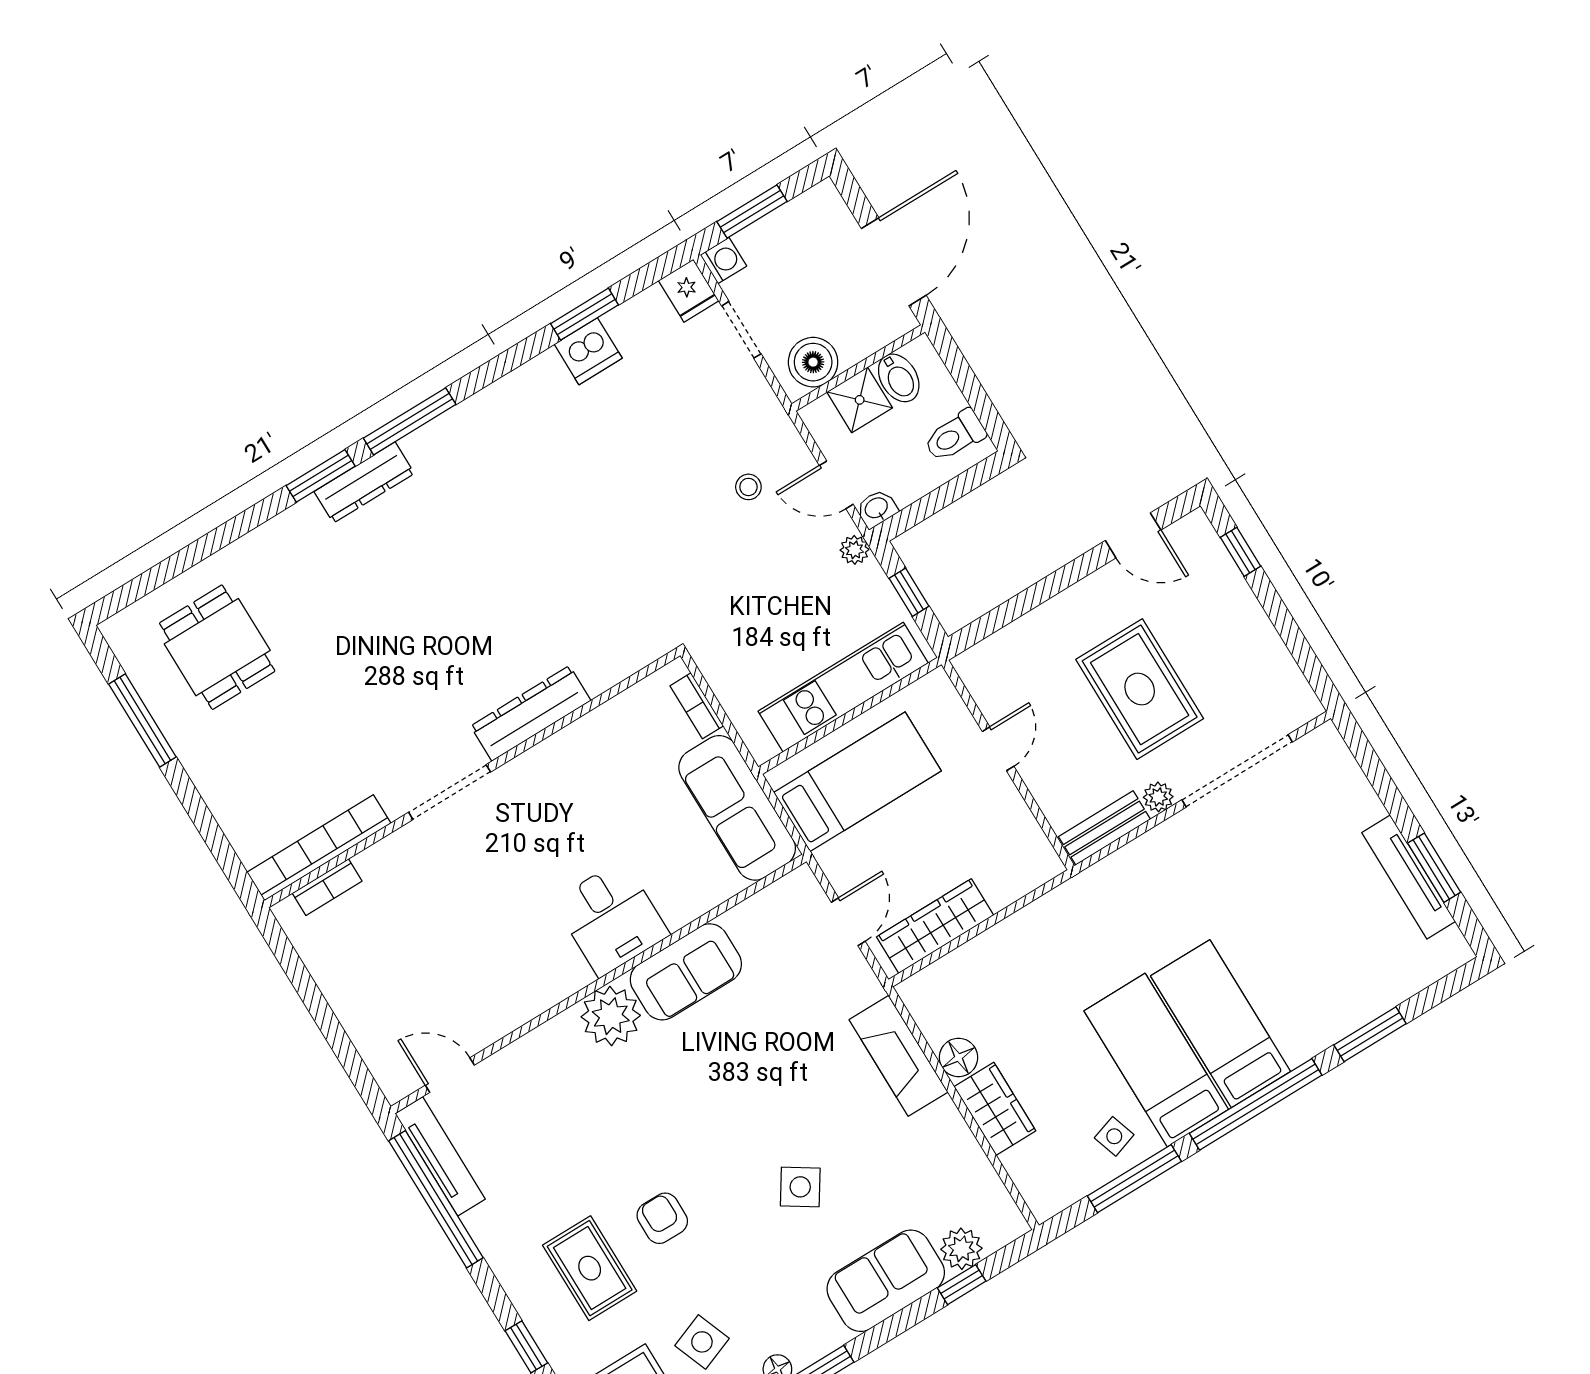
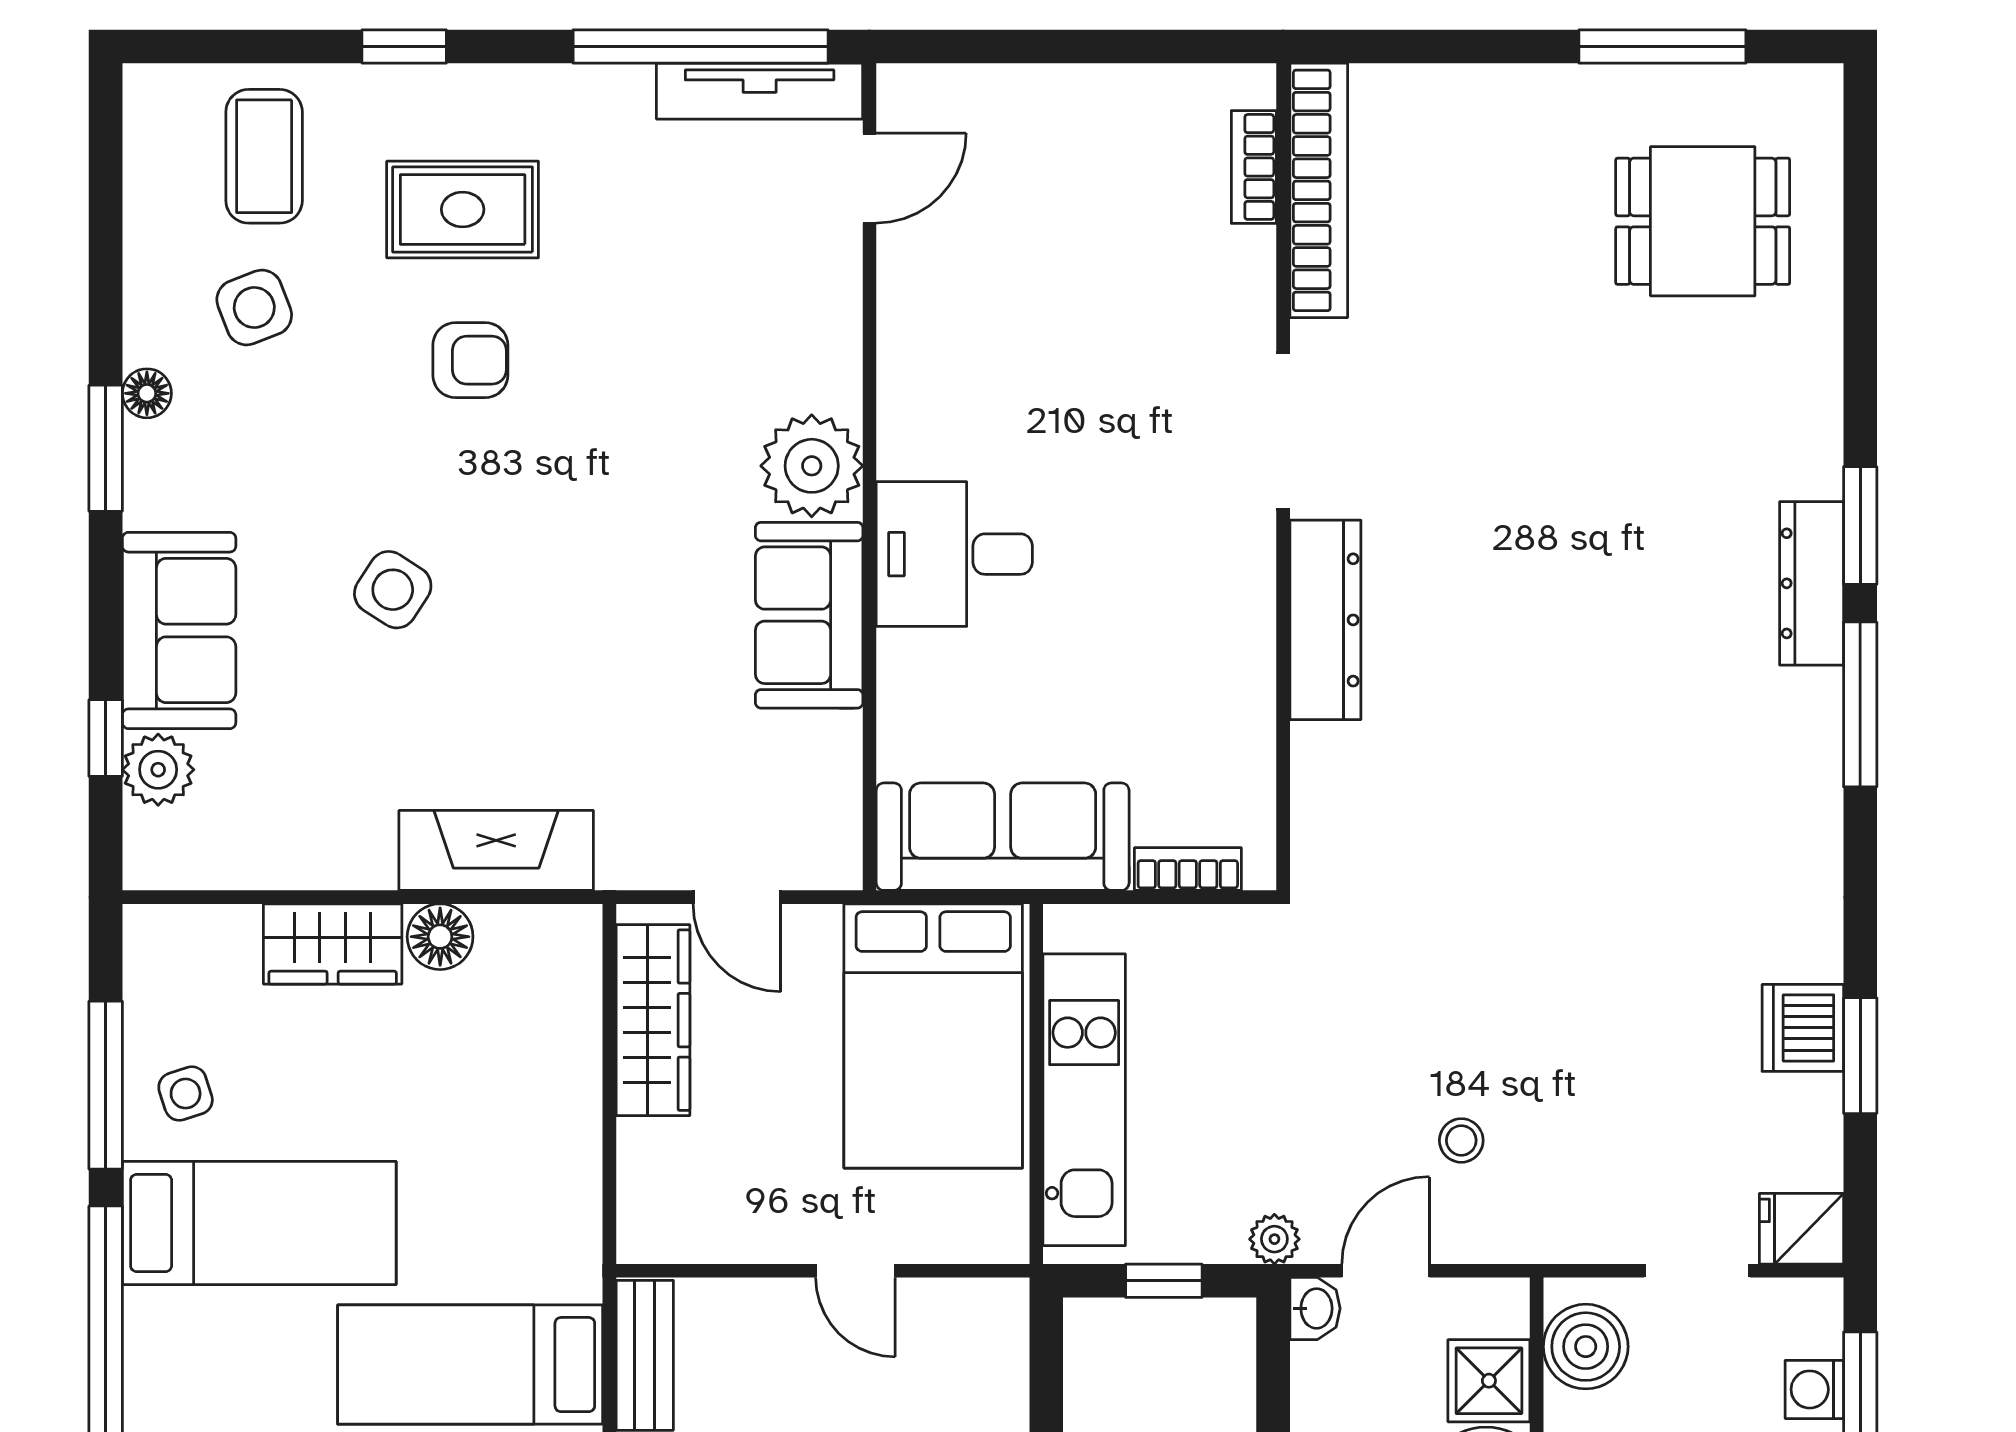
washing machine: (723, 260) -> (1814, 1389), moved, turned 90
bed: (857, 782) -> (933, 1036), width x1.50
bed: (1221, 1024) -> (470, 1365), moved, turned 180

